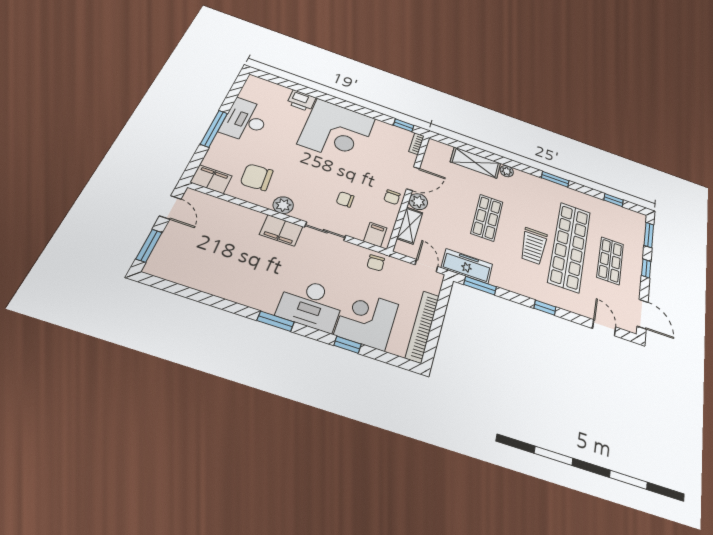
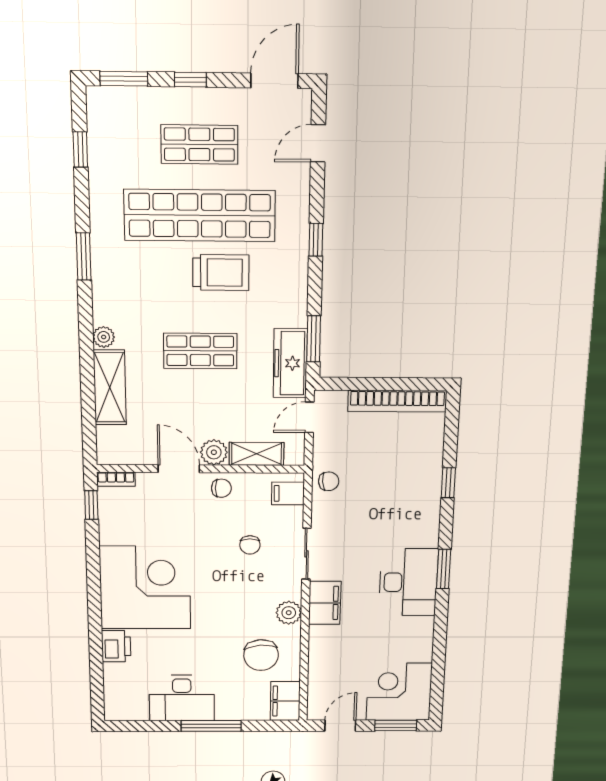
desk: (311, 304) -> (408, 582), moved
corner desk: (367, 319) -> (399, 692), moved, turned 90

